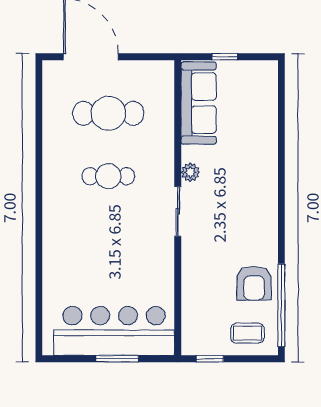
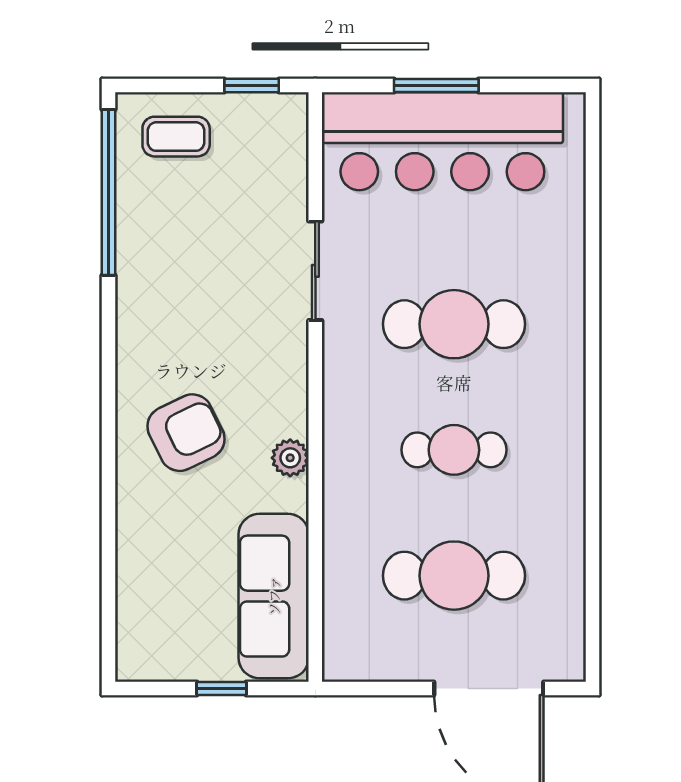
sliding door: (178, 212) -> (315, 271), moved
cafe table: (108, 239) -> (454, 324), added
armchair: (254, 283) -> (186, 433), moved, turned 64

